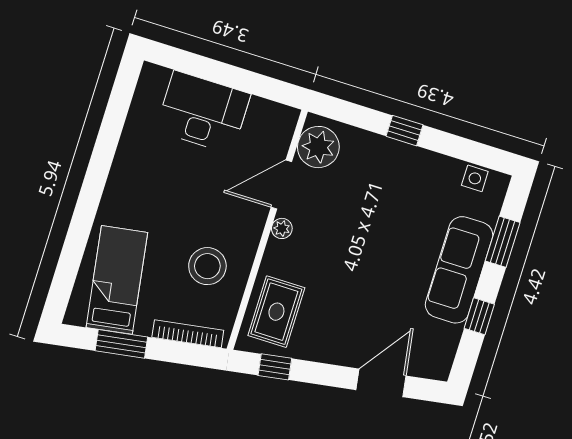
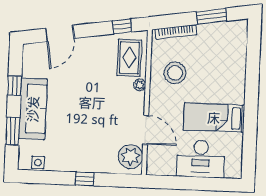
door: (281, 185) -> (146, 130), hinge flipped
plant: (282, 228) -> (140, 85), moved
bed: (117, 280) -> (214, 118), moved, turned 99

